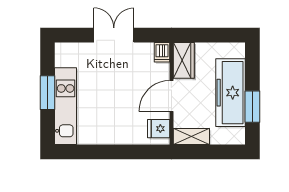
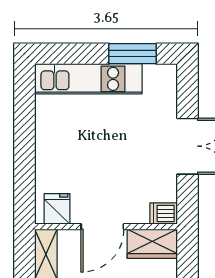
window: (48, 93) -> (132, 54), moved
door: (171, 96) -> (102, 227), swing flipped

